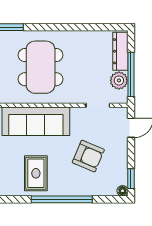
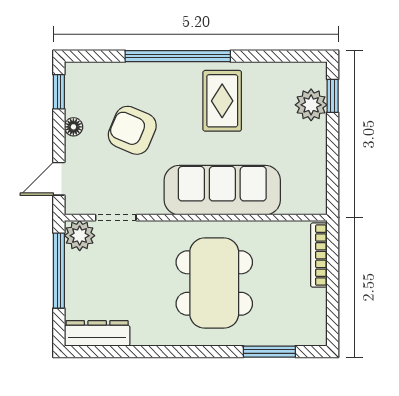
dresser: (120, 51) -> (97, 333), moved, turned -90
plant: (119, 80) -> (80, 236), moved
floor lamp: (122, 191) -> (73, 127), moved

